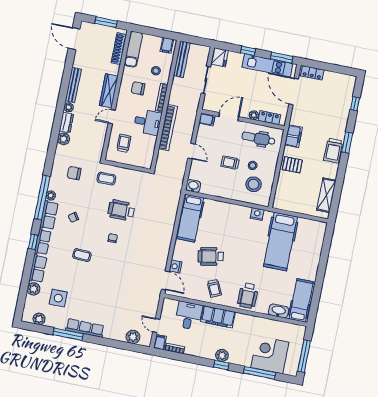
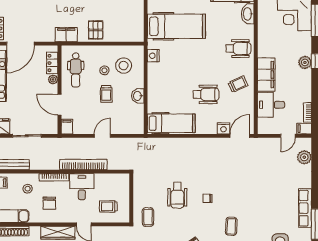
washbasin: (193, 186) -> (138, 96), moved
wheelchair: (211, 256) -> (206, 94), turned -79

